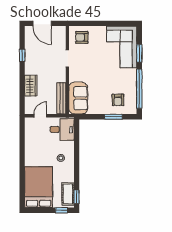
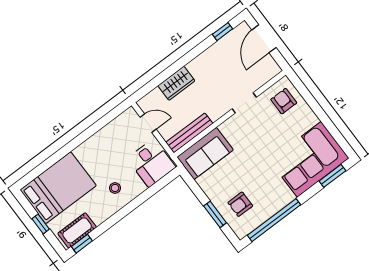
window: (139, 53) -> (332, 176), moved
window: (22, 55) -> (222, 32), moved
window: (61, 210) -> (41, 224), moved

